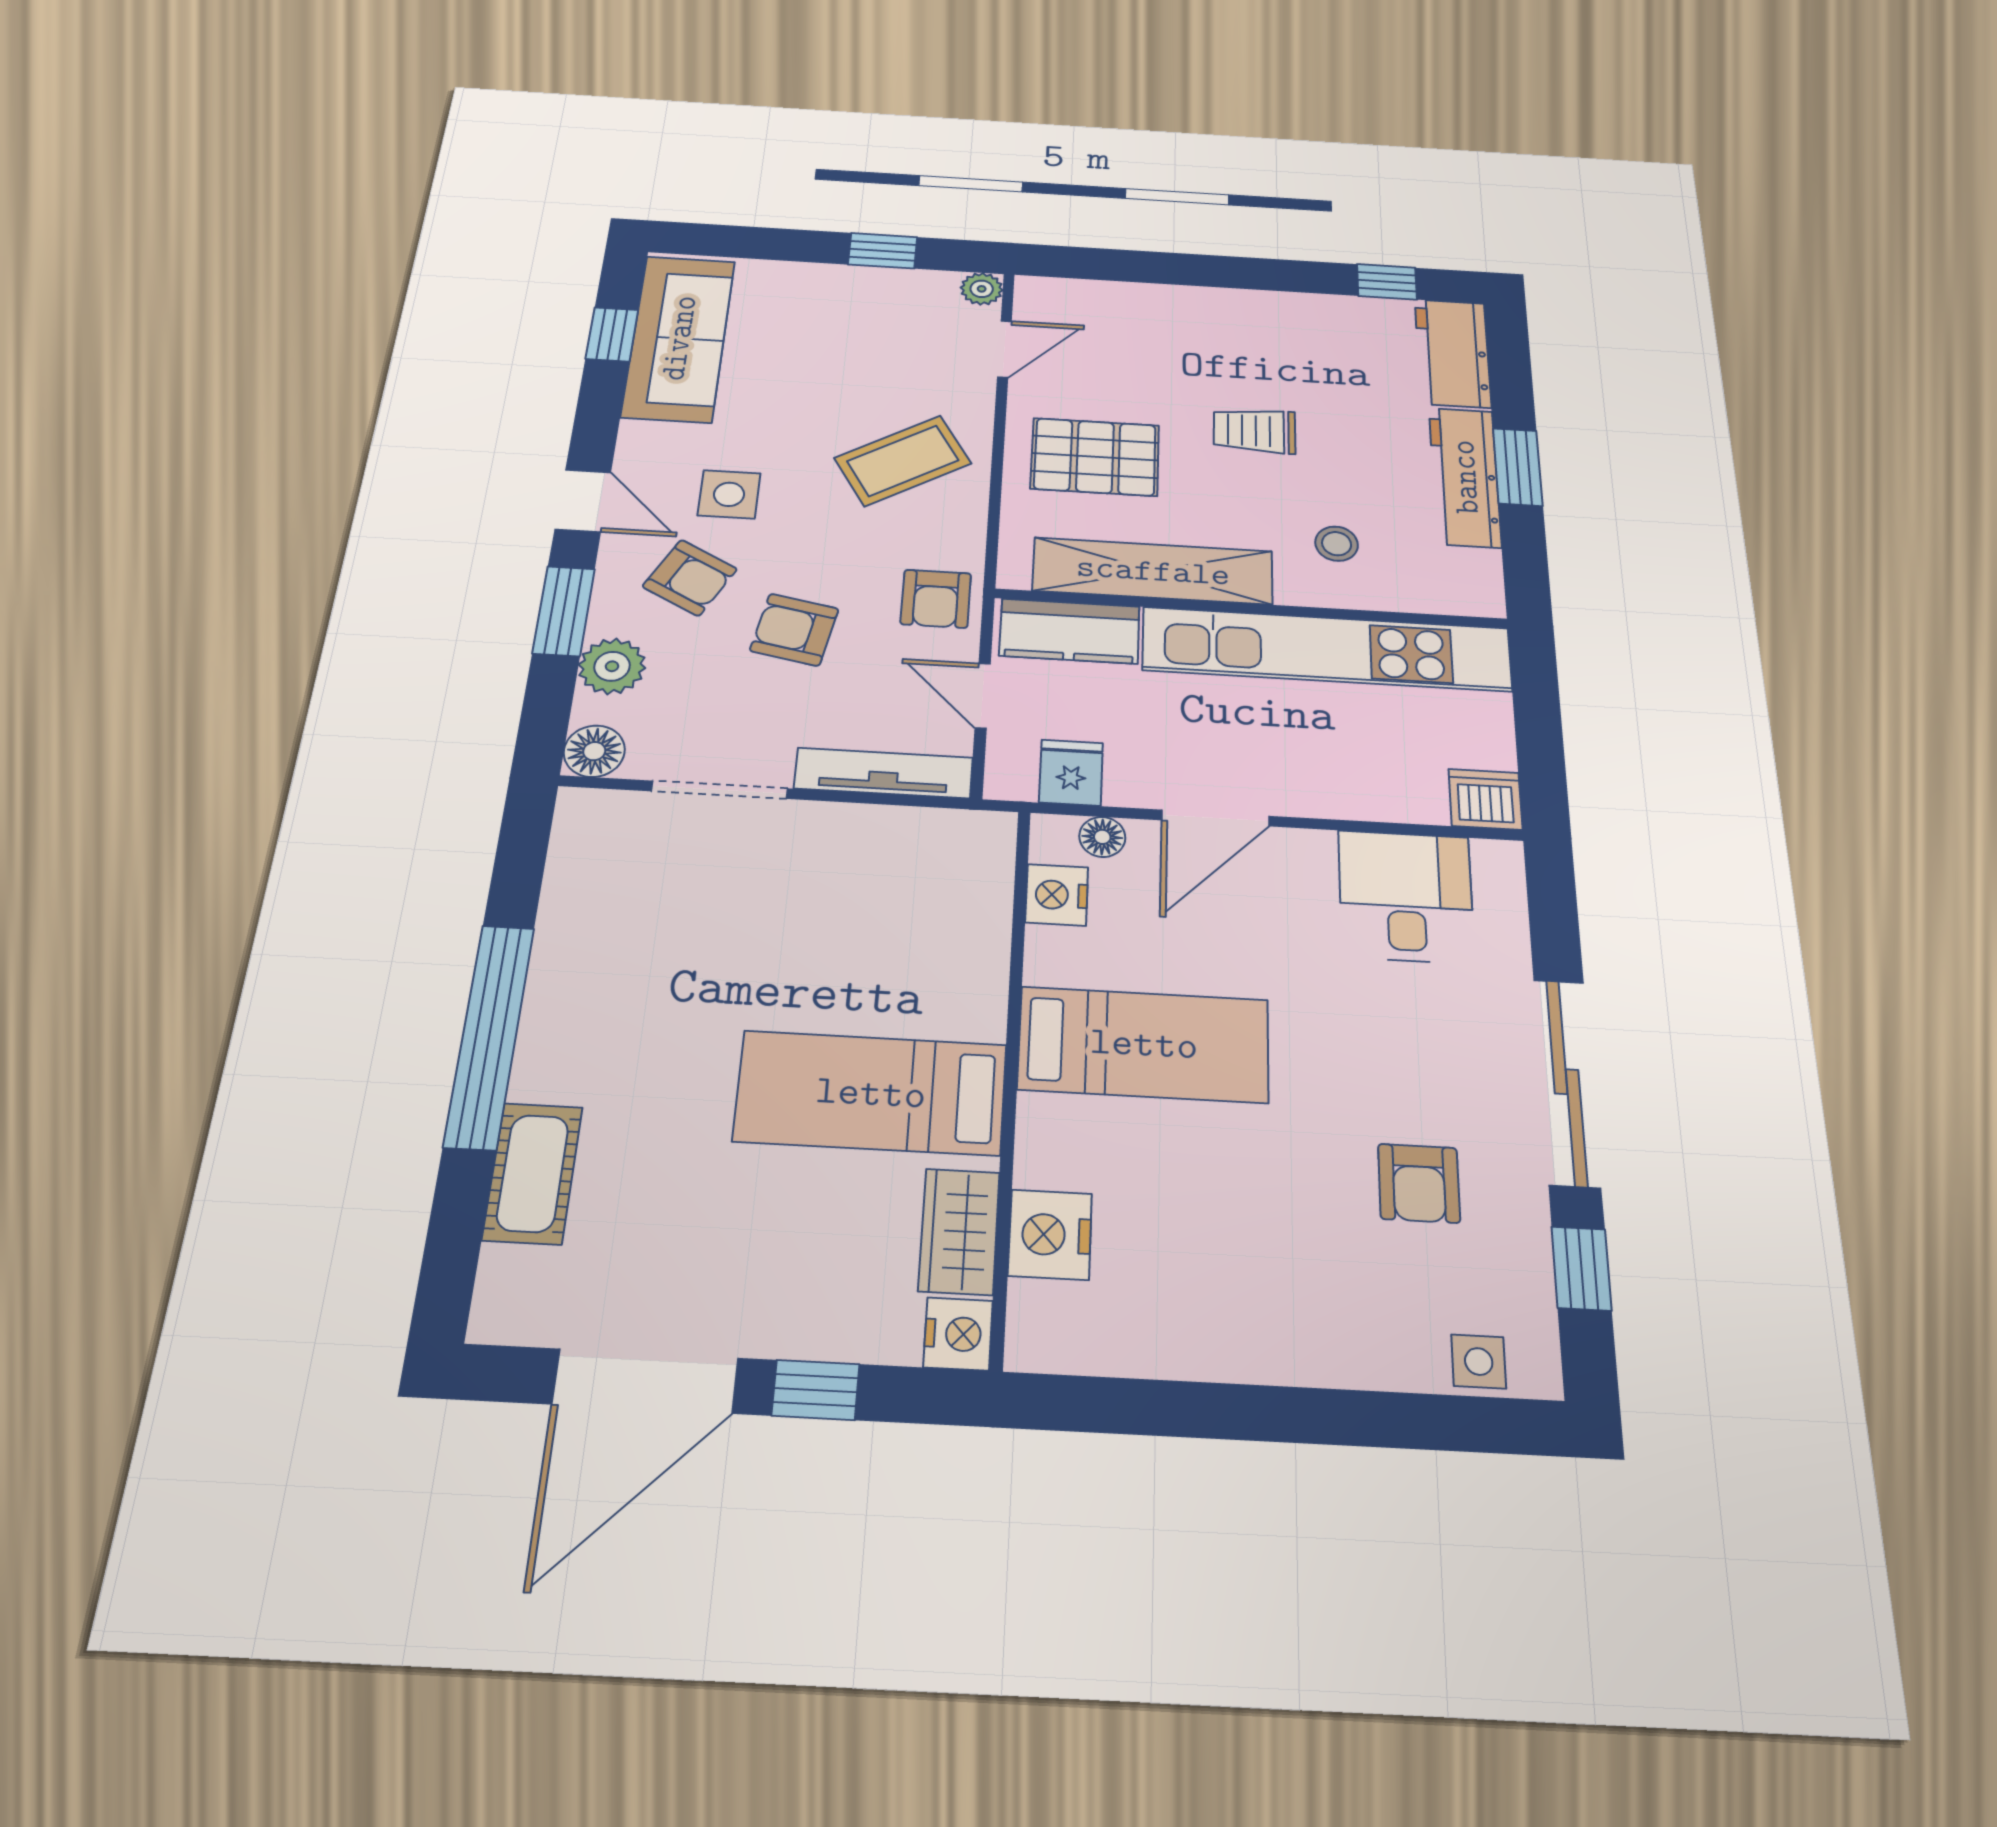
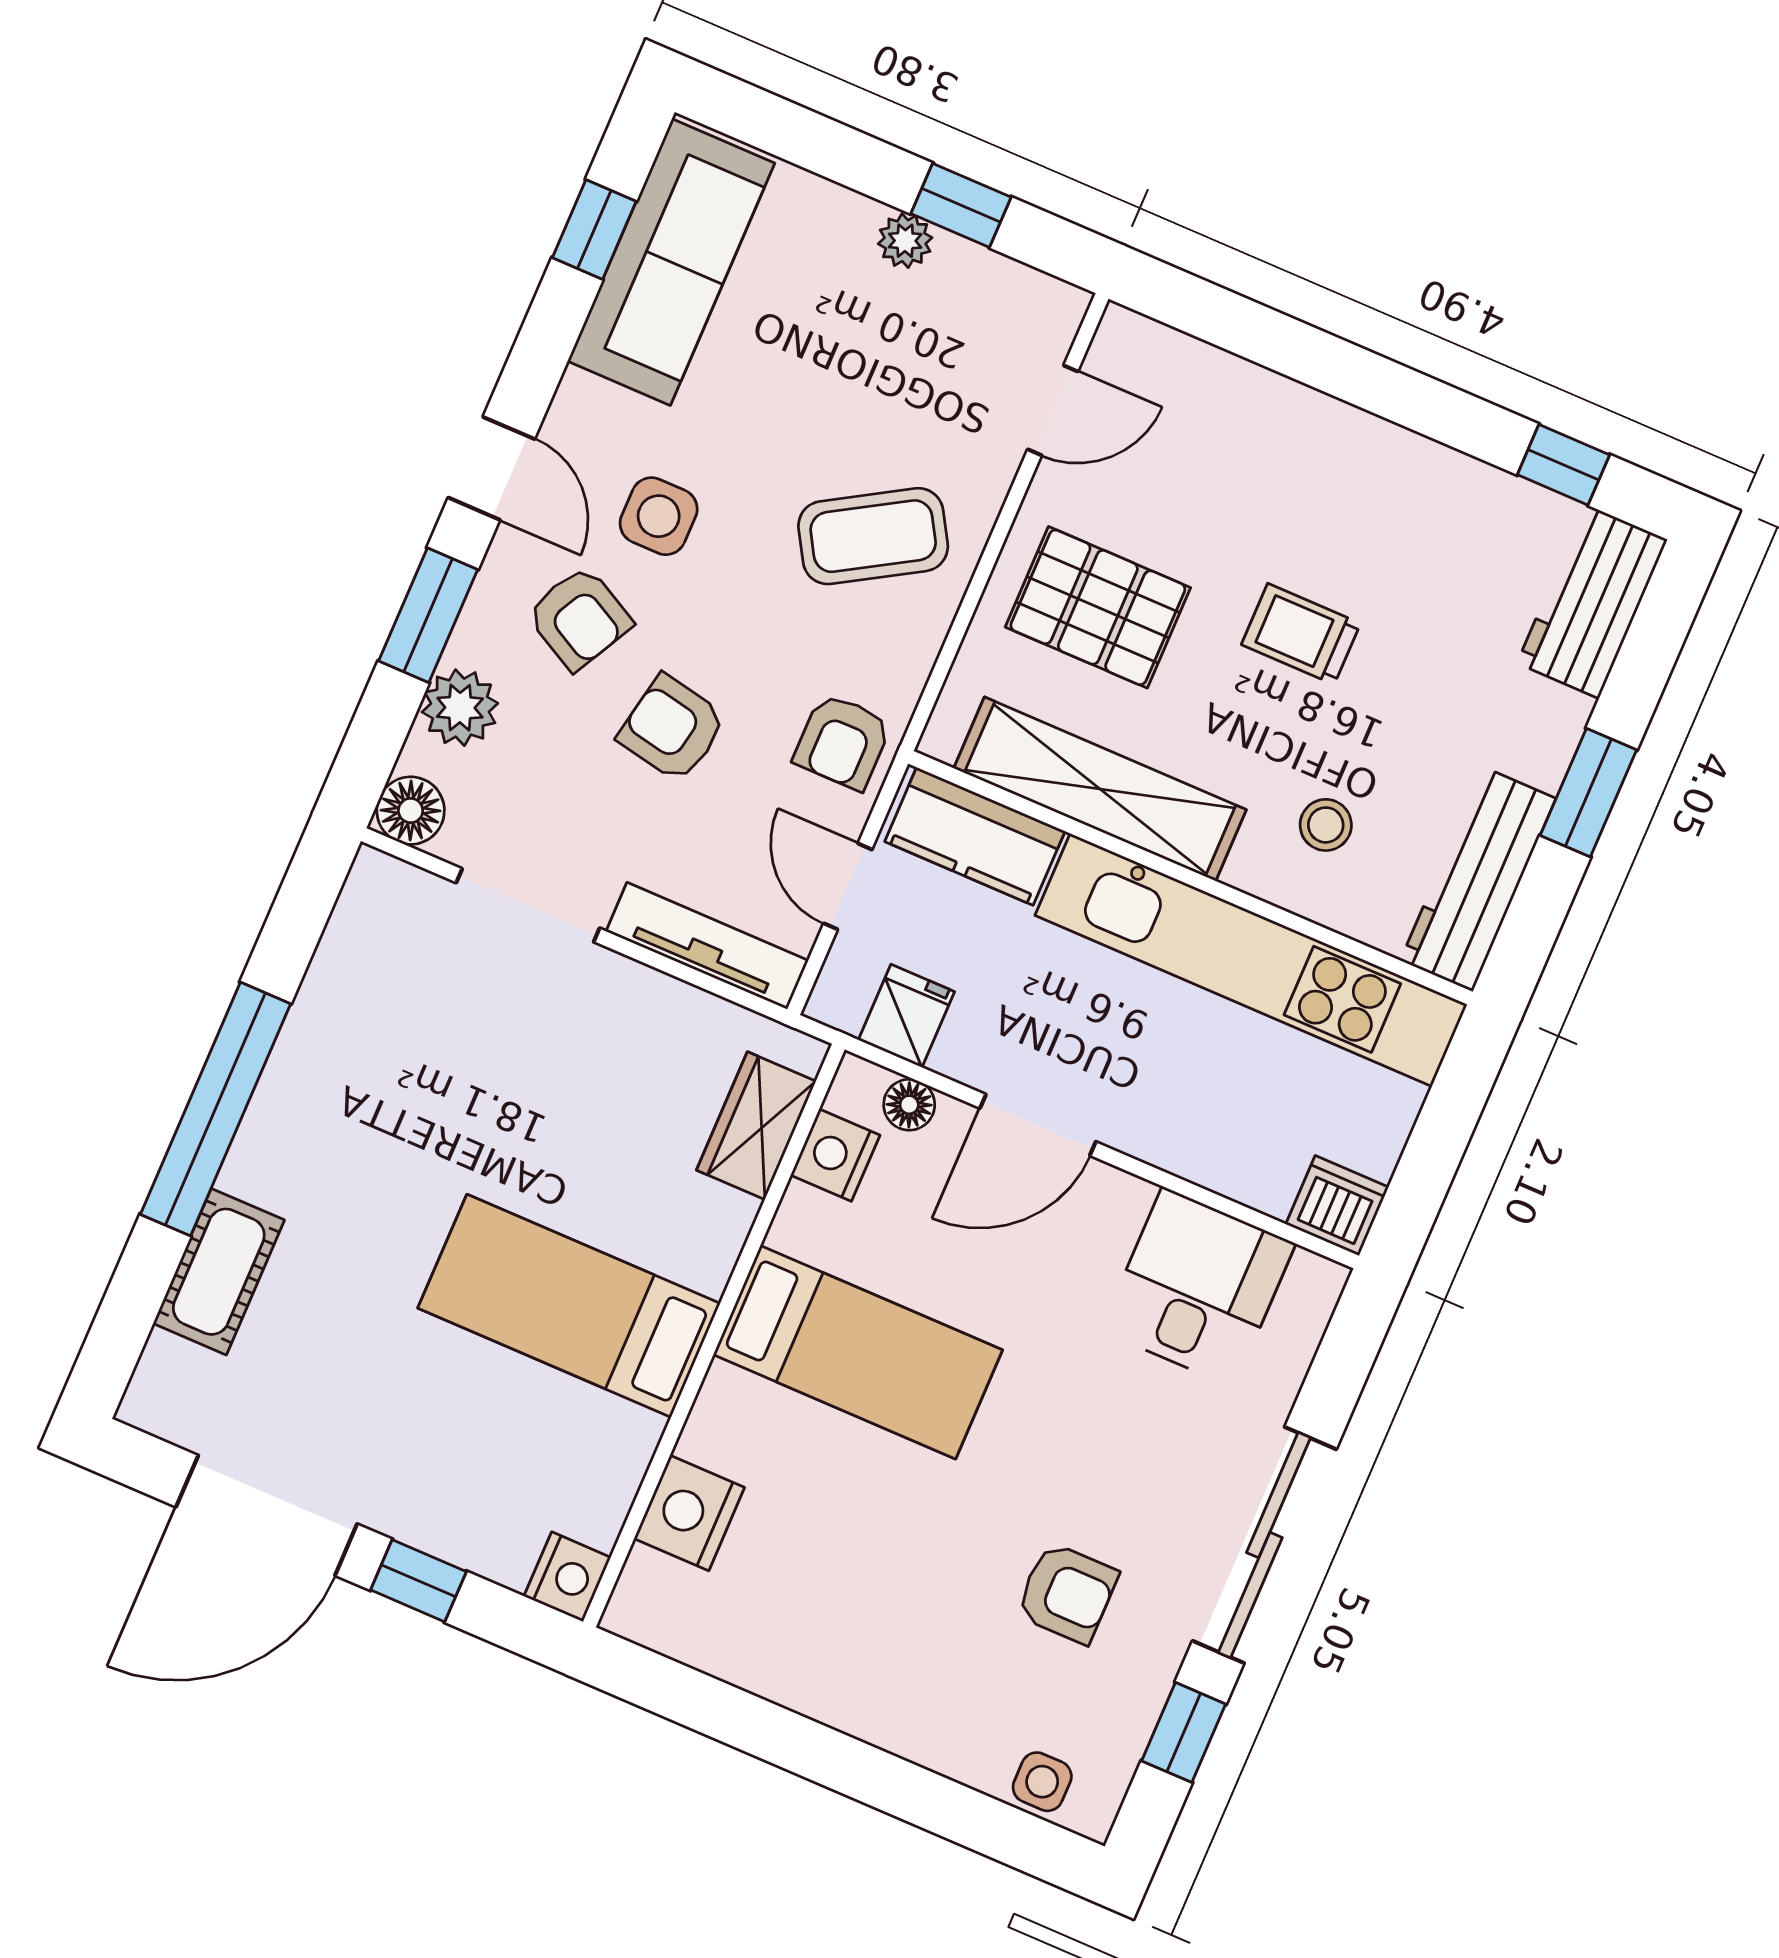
plant: (982, 289) -> (905, 241), moved
workbench: (1465, 477) -> (1478, 879), moved
armchair: (1419, 1183) -> (1067, 1593), turned -90
wardrobe: (959, 1231) -> (756, 1126), moved

